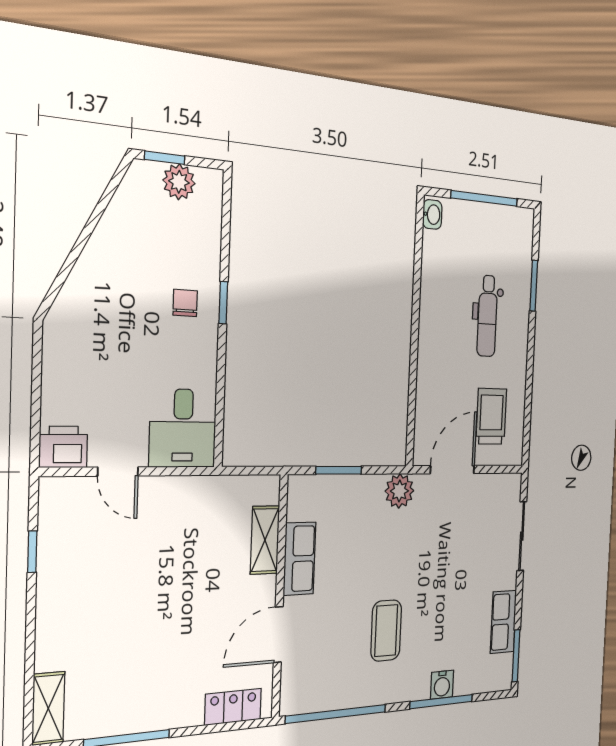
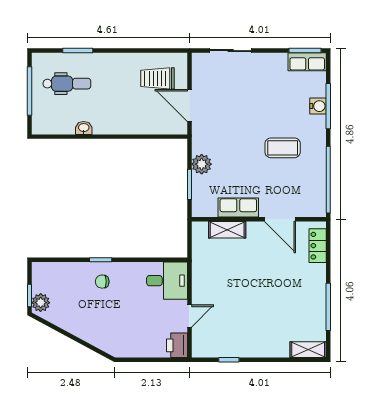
plant: (179, 182) -> (41, 303), moved
washbasin: (432, 214) -> (84, 128), moved
dental chair: (487, 316) -> (67, 84), moved
plant: (399, 491) -> (202, 164), moved
row of seats: (503, 622) -> (307, 62), moved

